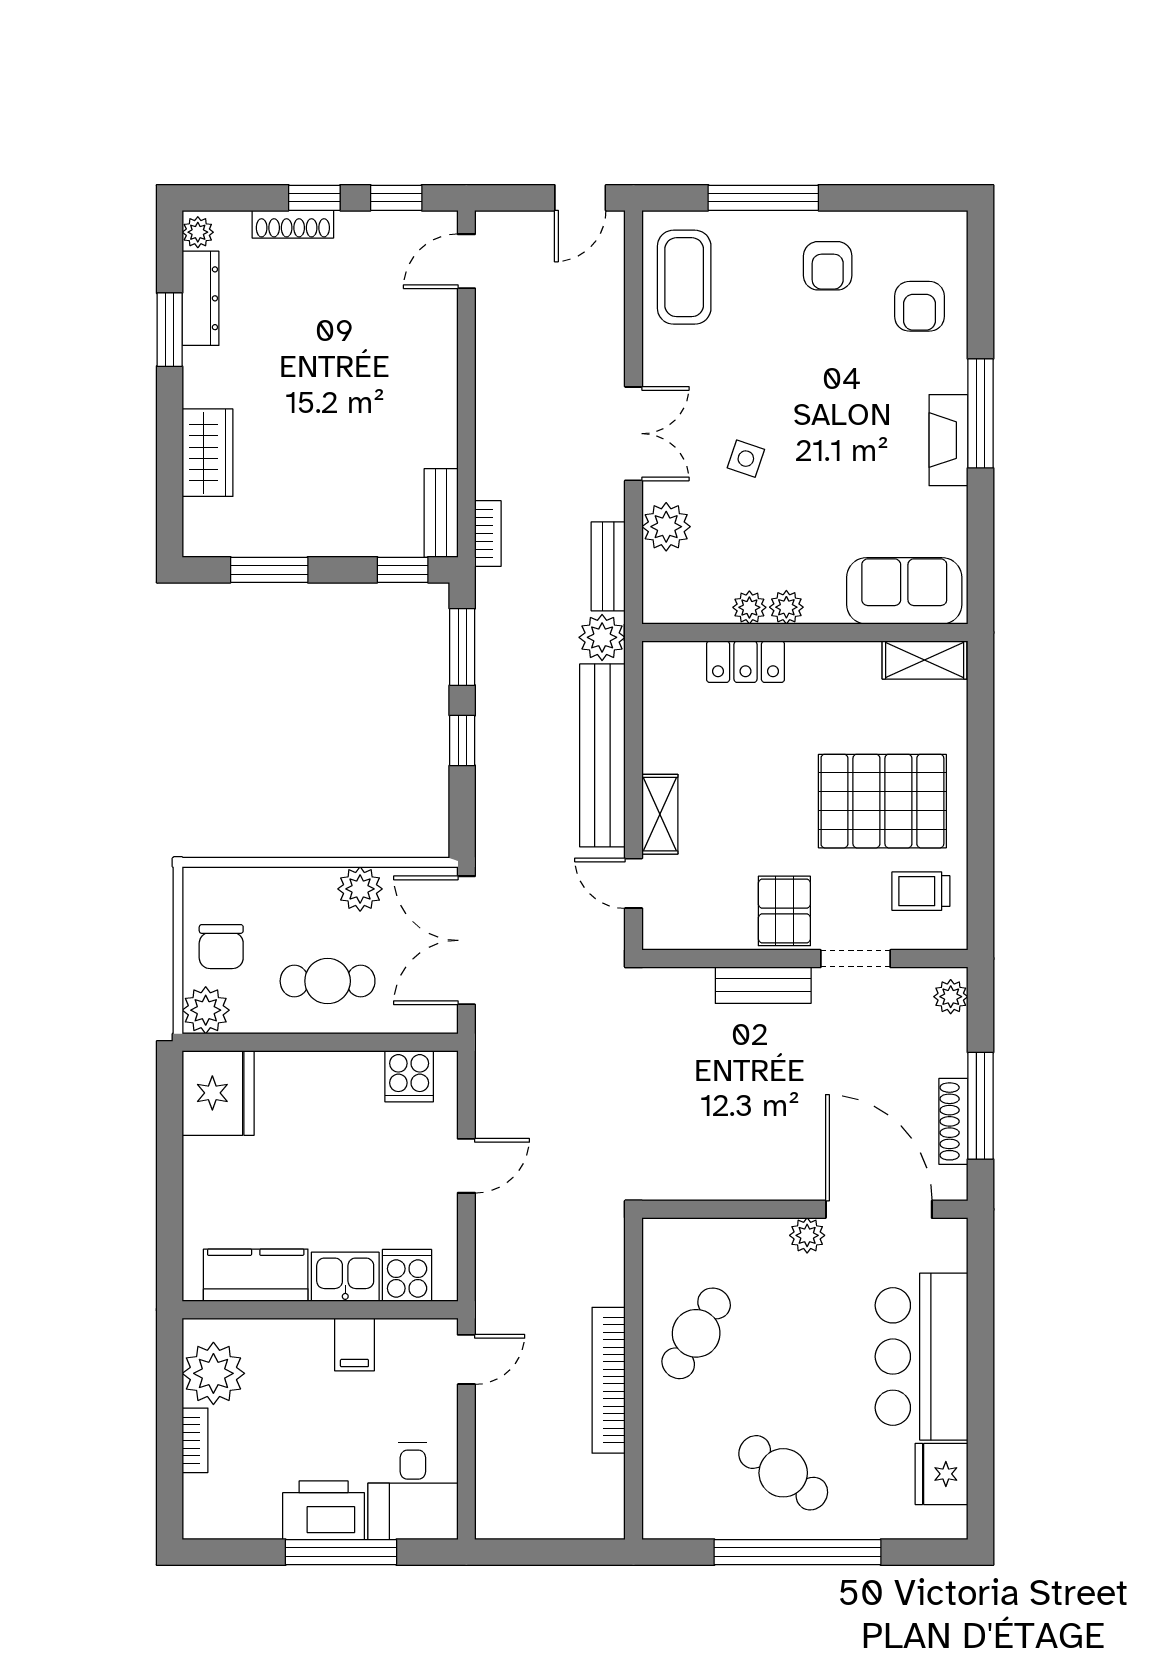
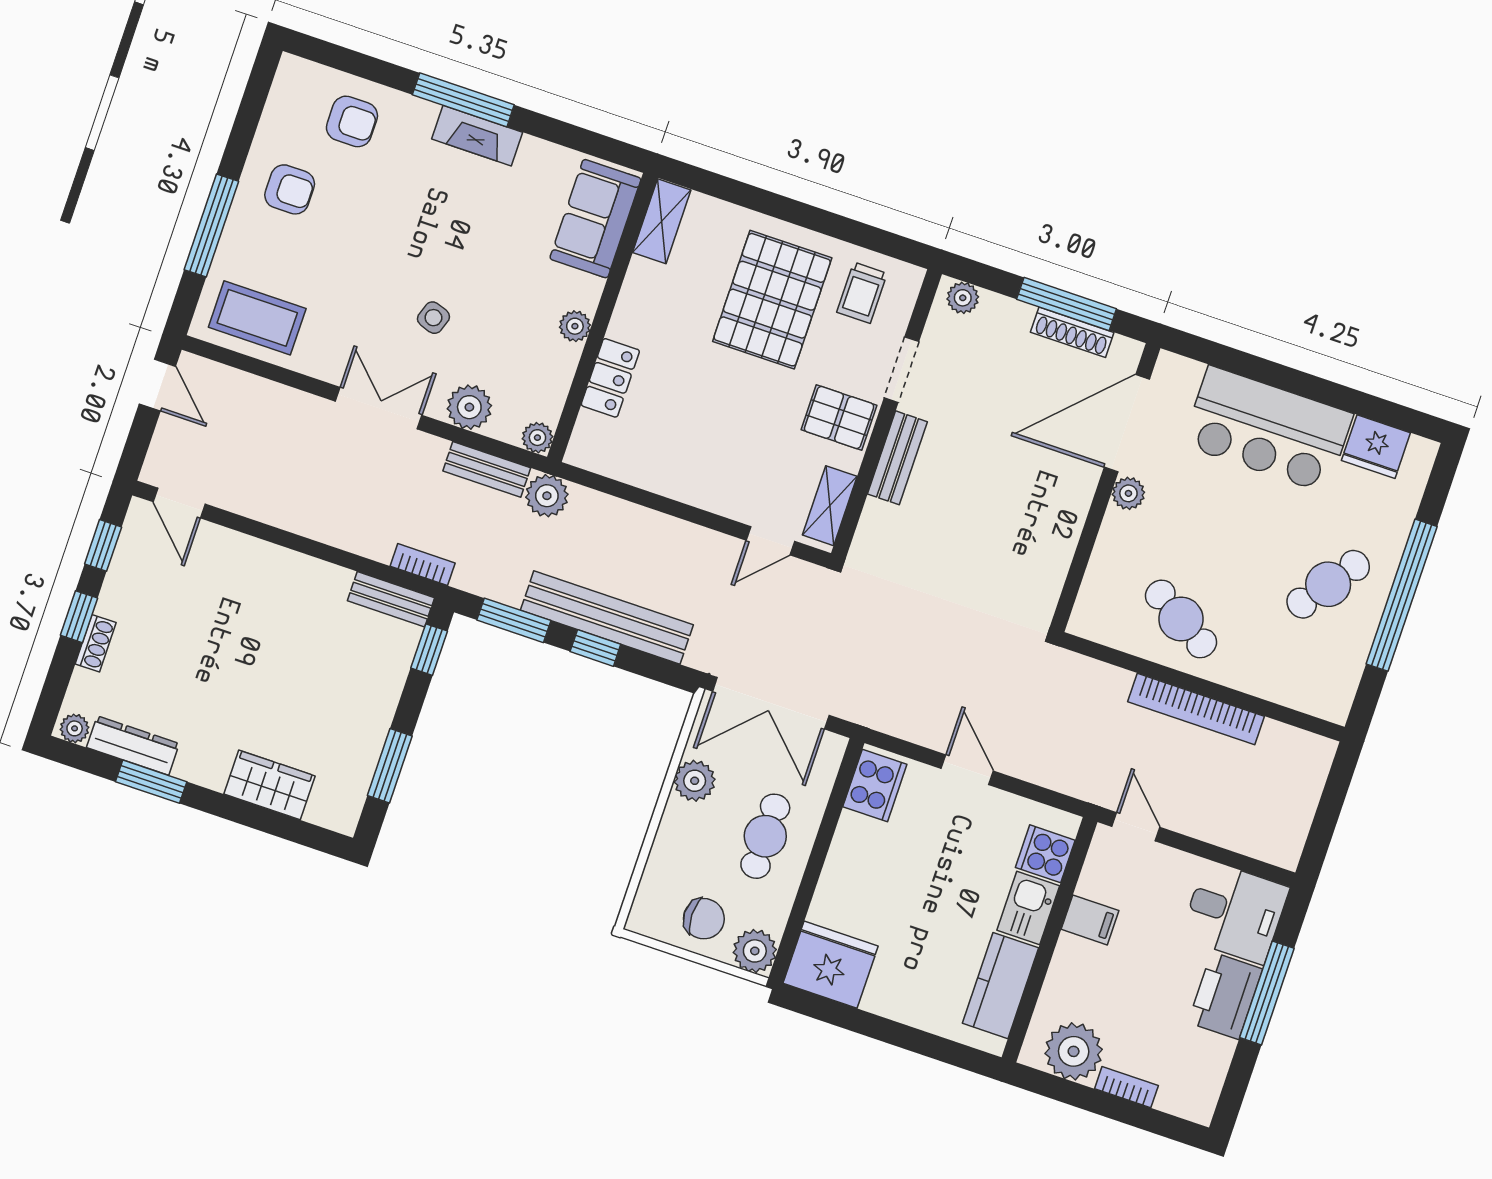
shoe rack: (293, 224) -> (96, 643), width x0.70
plant: (749, 607) -> (537, 438), moved
bench: (602, 755) -> (607, 618), moved
shelving: (660, 814) -> (830, 506), moved, turned 90
cooker: (409, 1076) -> (875, 786), width x1.36

